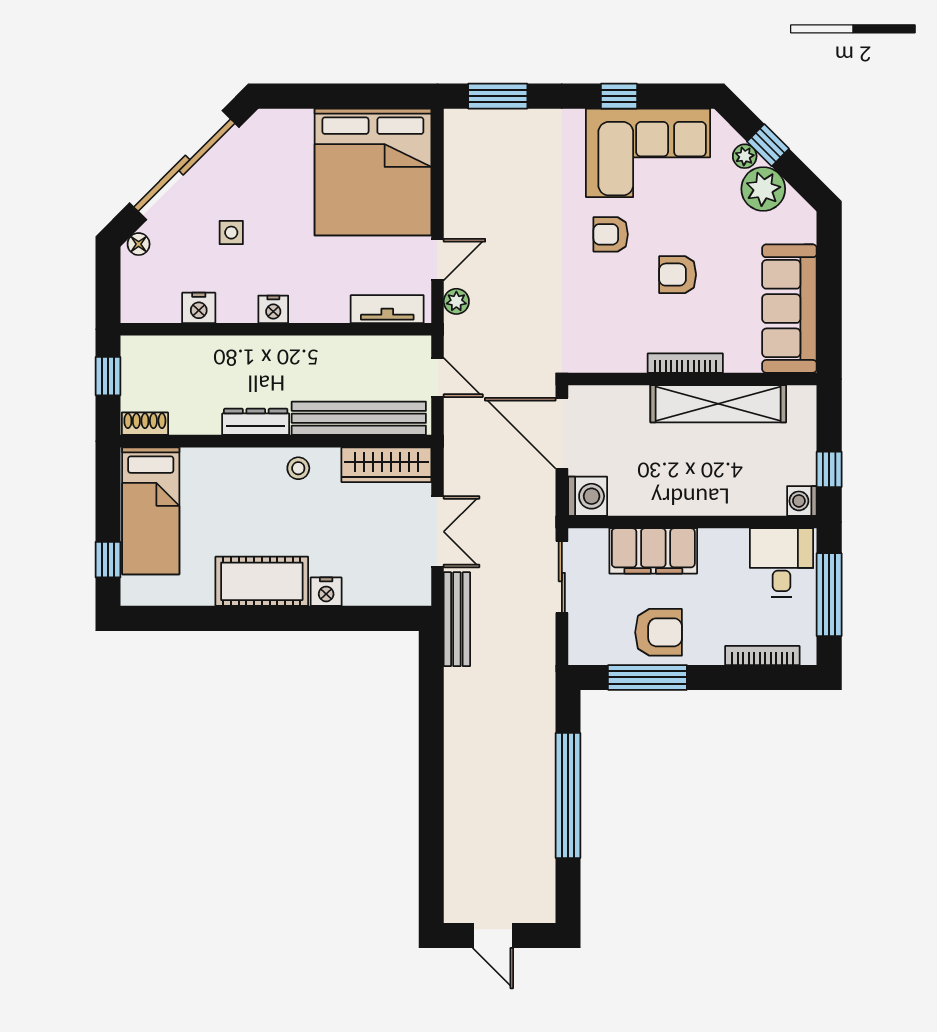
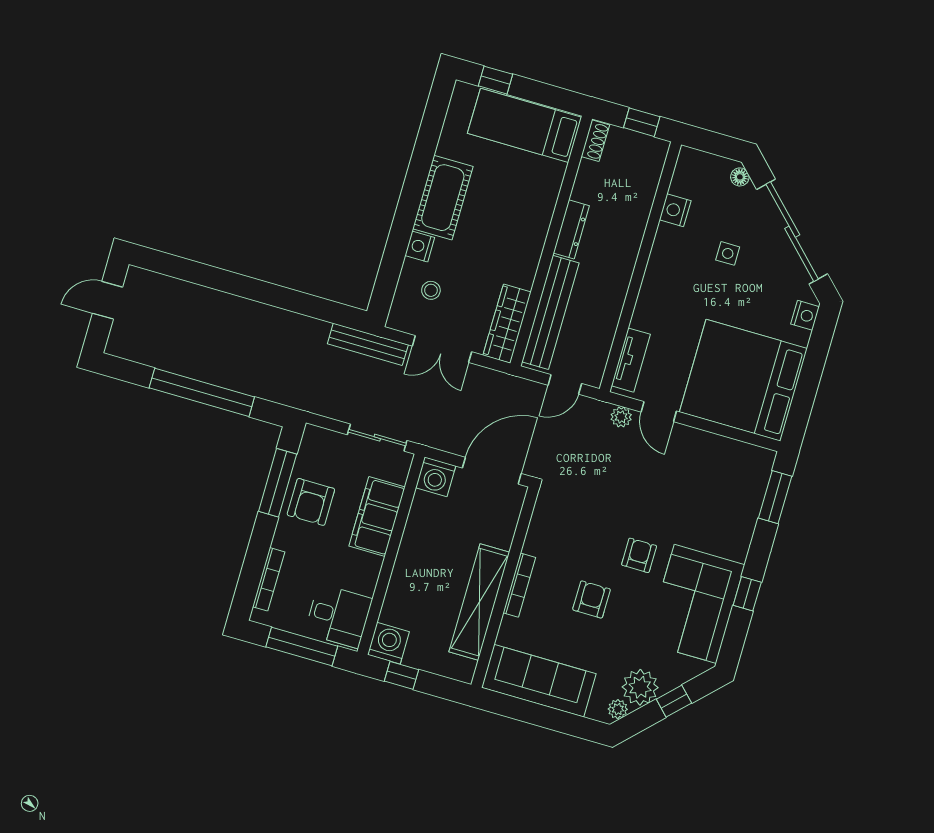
plant: (745, 156) -> (618, 709), moved
nightstand: (273, 309) -> (805, 315), moved, turned 180
stool: (298, 468) -> (431, 290), moved
washing machine: (802, 501) -> (388, 643), width x1.38, depth x1.38

